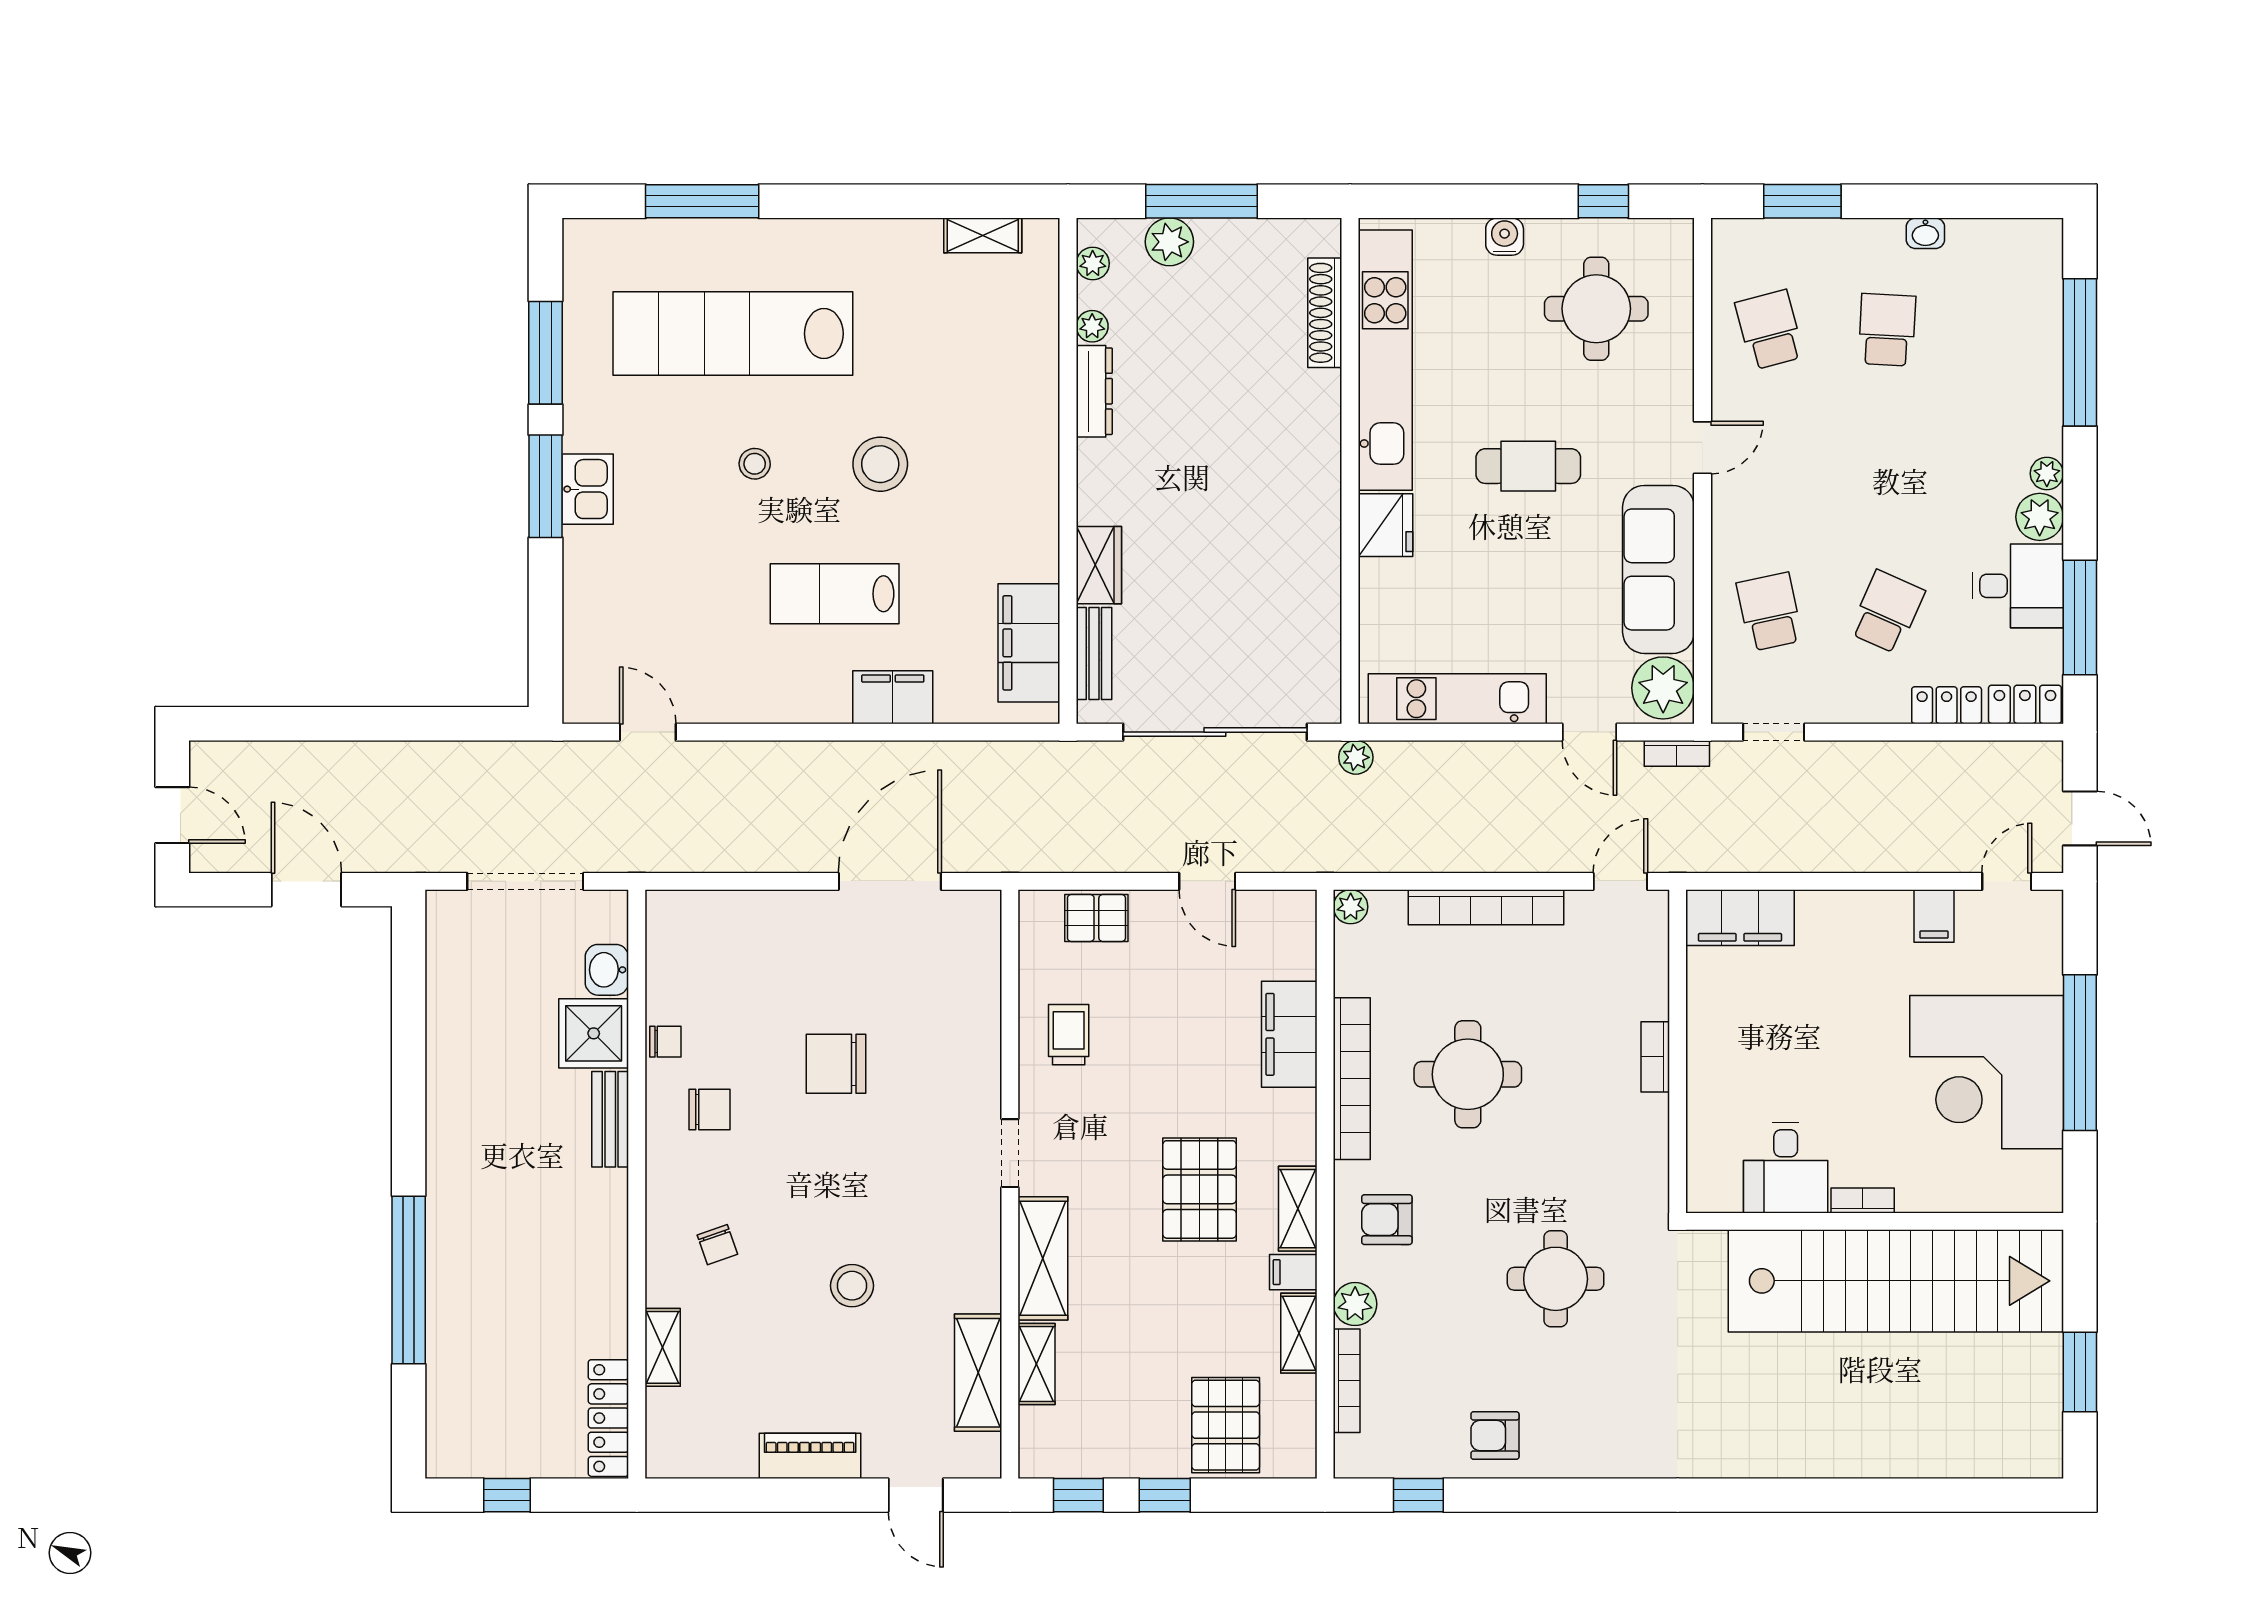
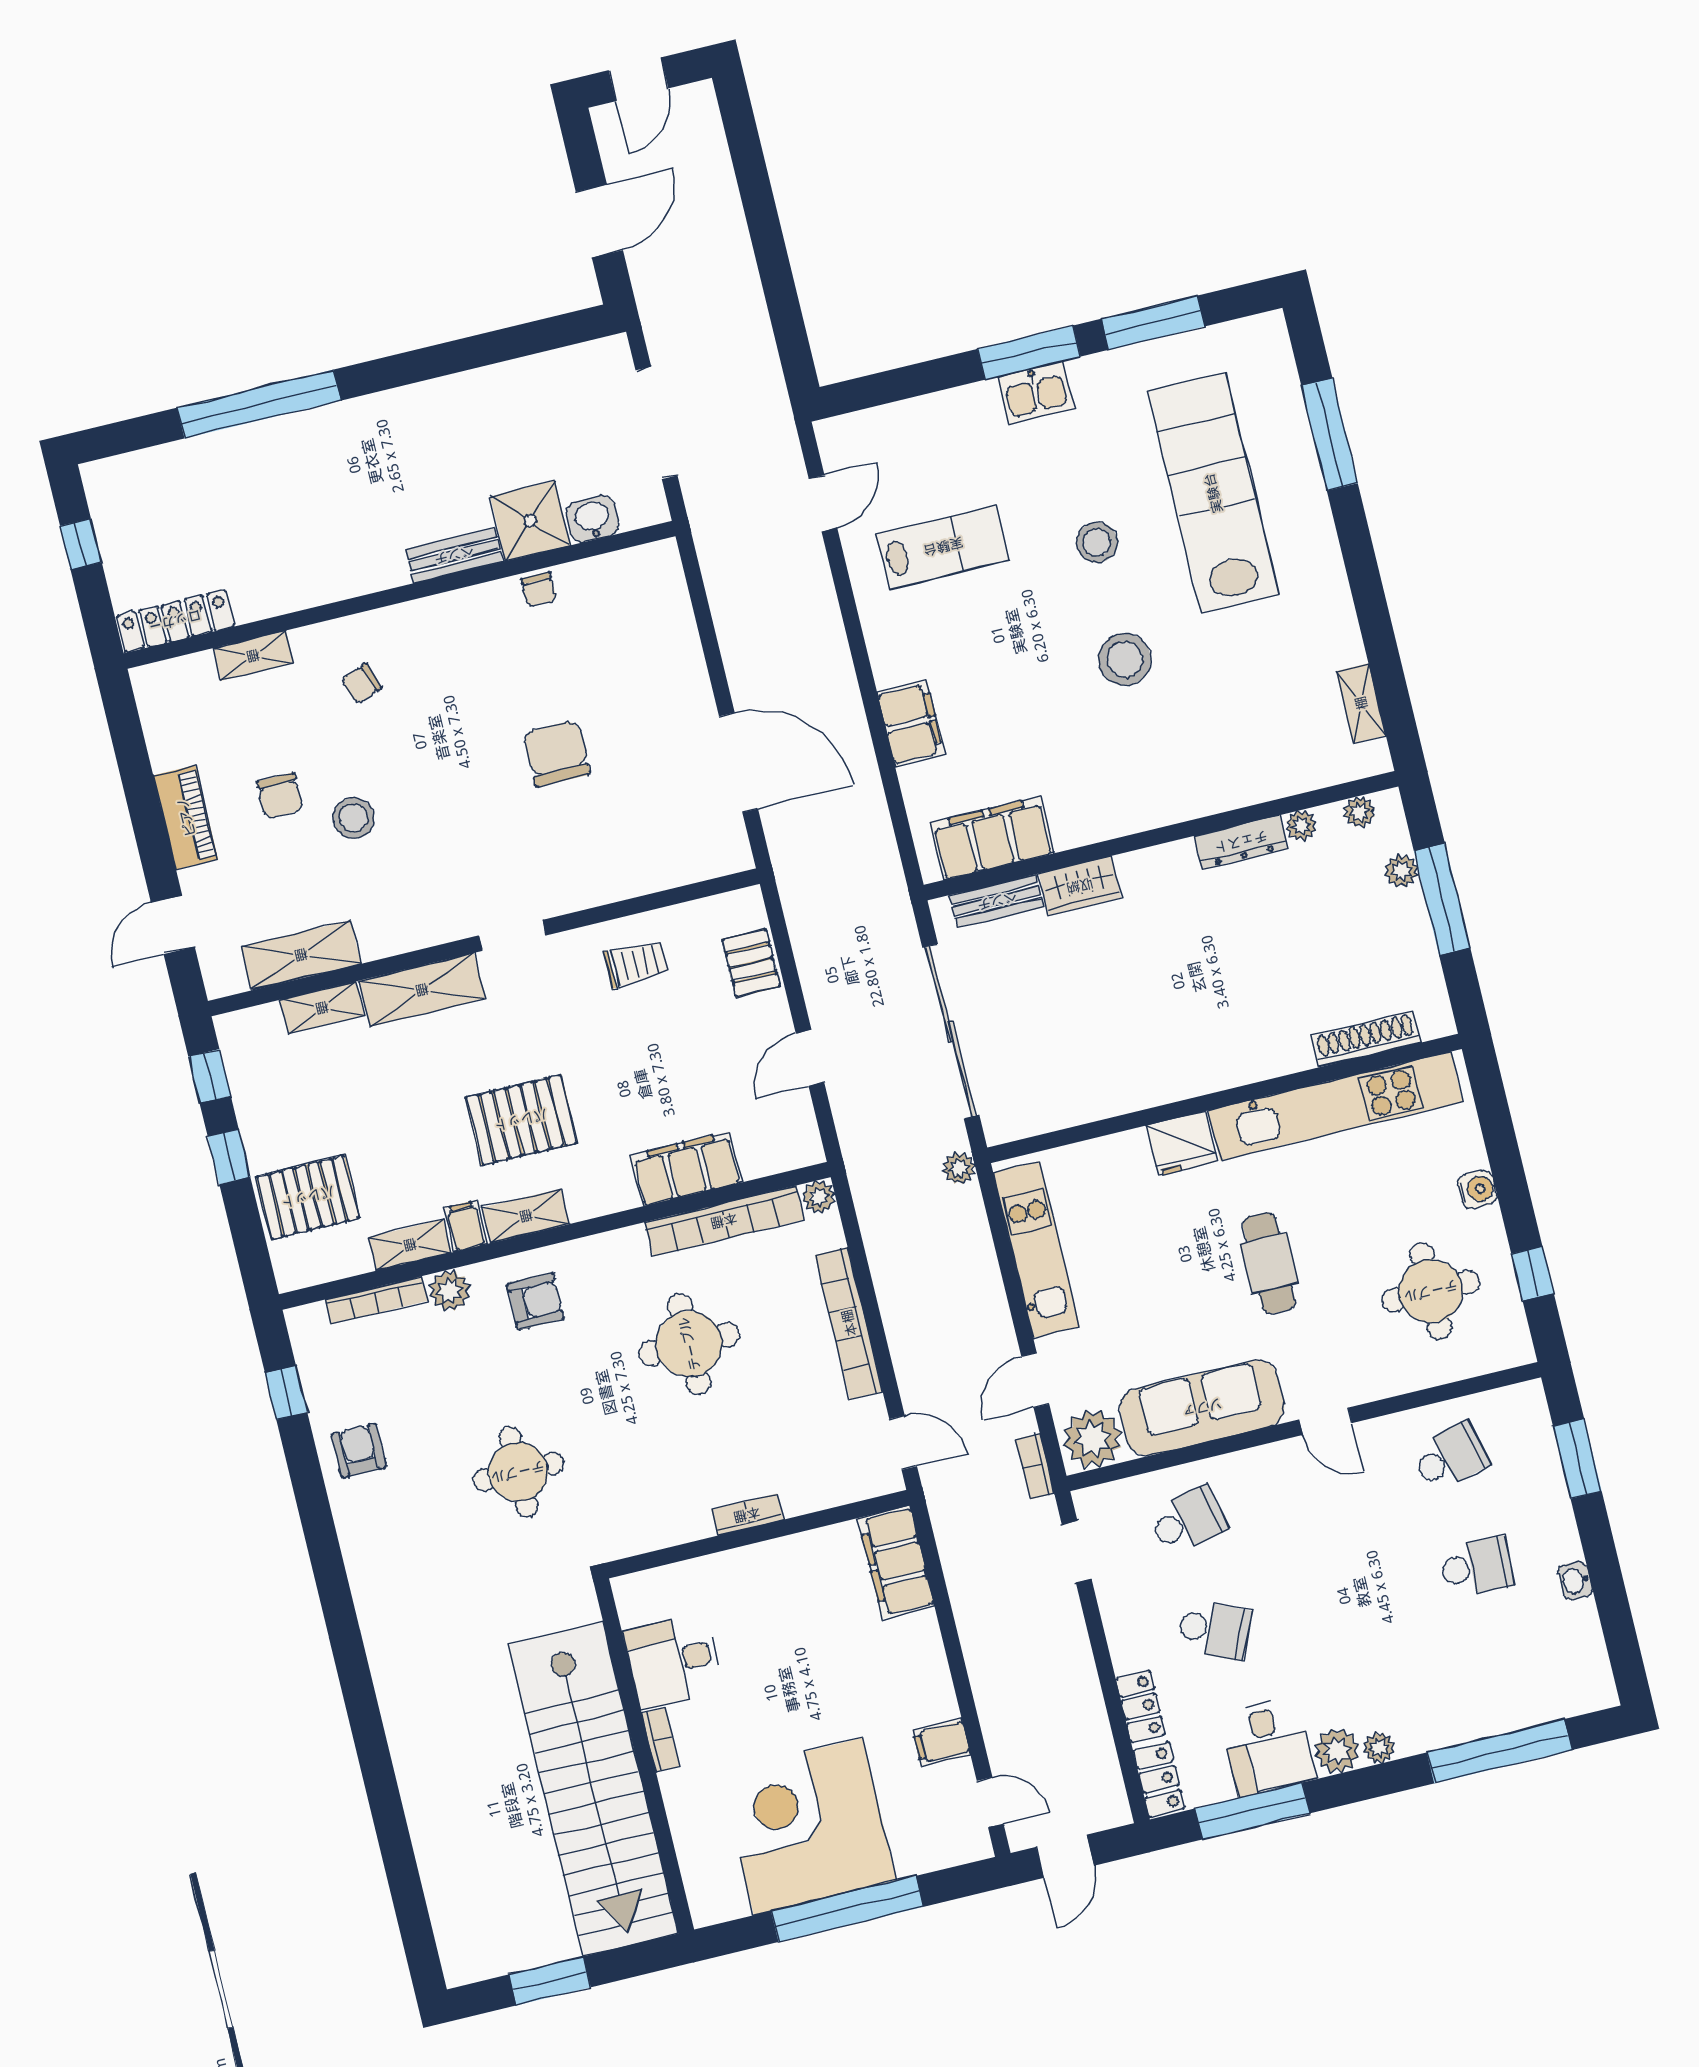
plant: (1169, 242) -> (1402, 871), width x0.73, depth x0.73
stool: (755, 464) -> (1097, 542), width x1.37, depth x1.37
lab bench: (835, 594) -> (943, 547), moved, turned 90
bookcase: (1352, 1079) -> (724, 1221), moved
chair: (709, 1109) -> (280, 796), moved
armchair: (1387, 1220) -> (536, 1301), turned 90

